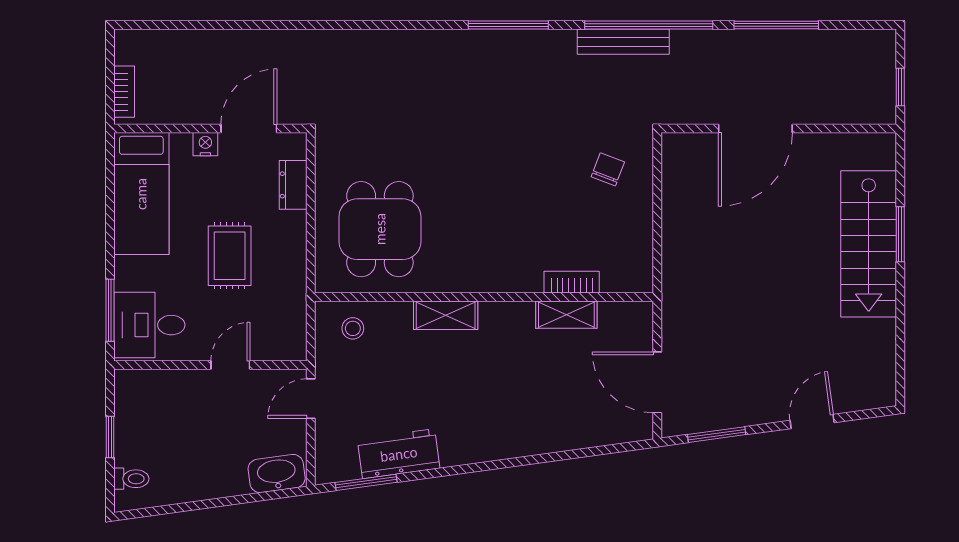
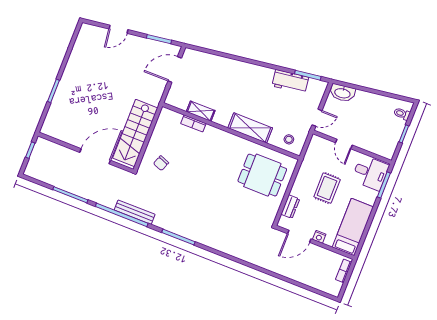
dining table: (380, 229) -> (262, 175), turned 90
stairs: (869, 244) -> (135, 133), moved, turned 180
shelving: (446, 315) -> (250, 128), width x1.50, depth x1.33
door: (230, 365) -> (344, 144), hinge flipped
door: (657, 382) -> (175, 70), swing flipped

